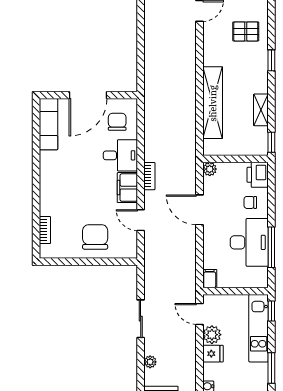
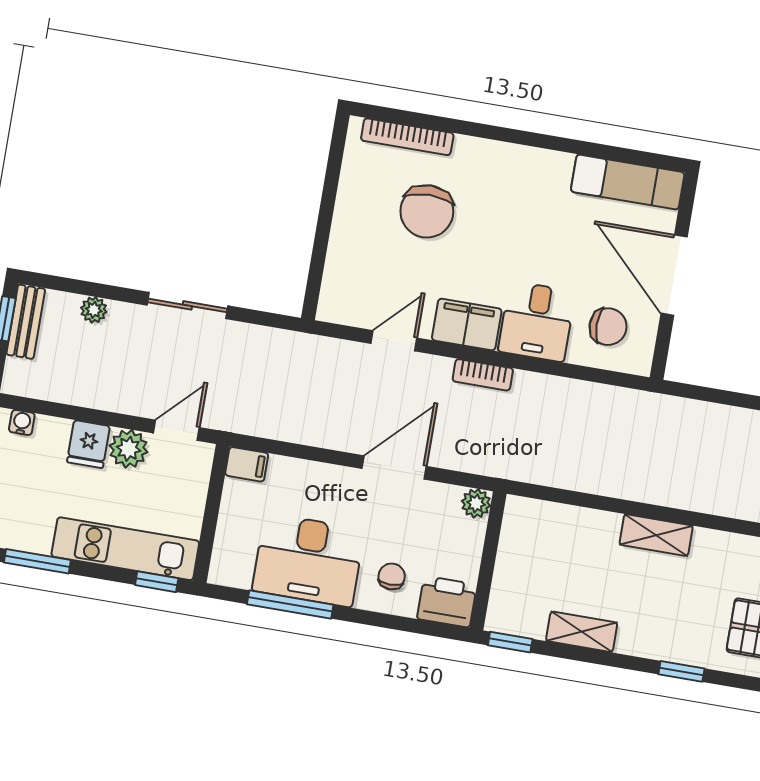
shelving: (213, 103) -> (656, 535), width x0.45, depth x0.75
bookcase: (45, 230) -> (407, 137), width x1.56
chair: (95, 237) -> (427, 211), moved, turned 90

